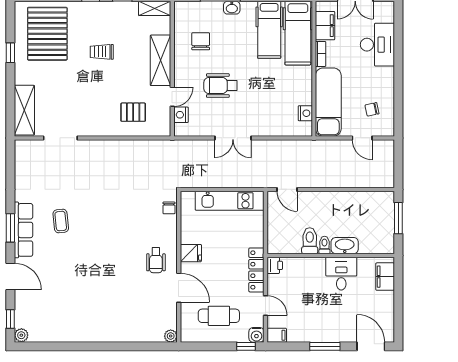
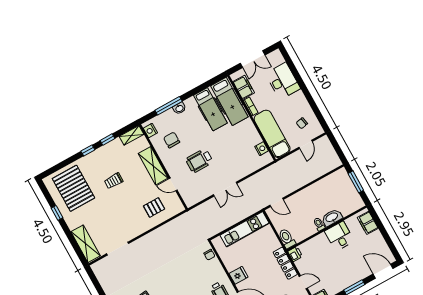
door: (172, 97) -> (173, 184), swing flipped
nightstand: (181, 115) -> (150, 131), moved
door: (362, 138) -> (306, 144), hinge flipped
toilet: (310, 241) -> (287, 238), moved

